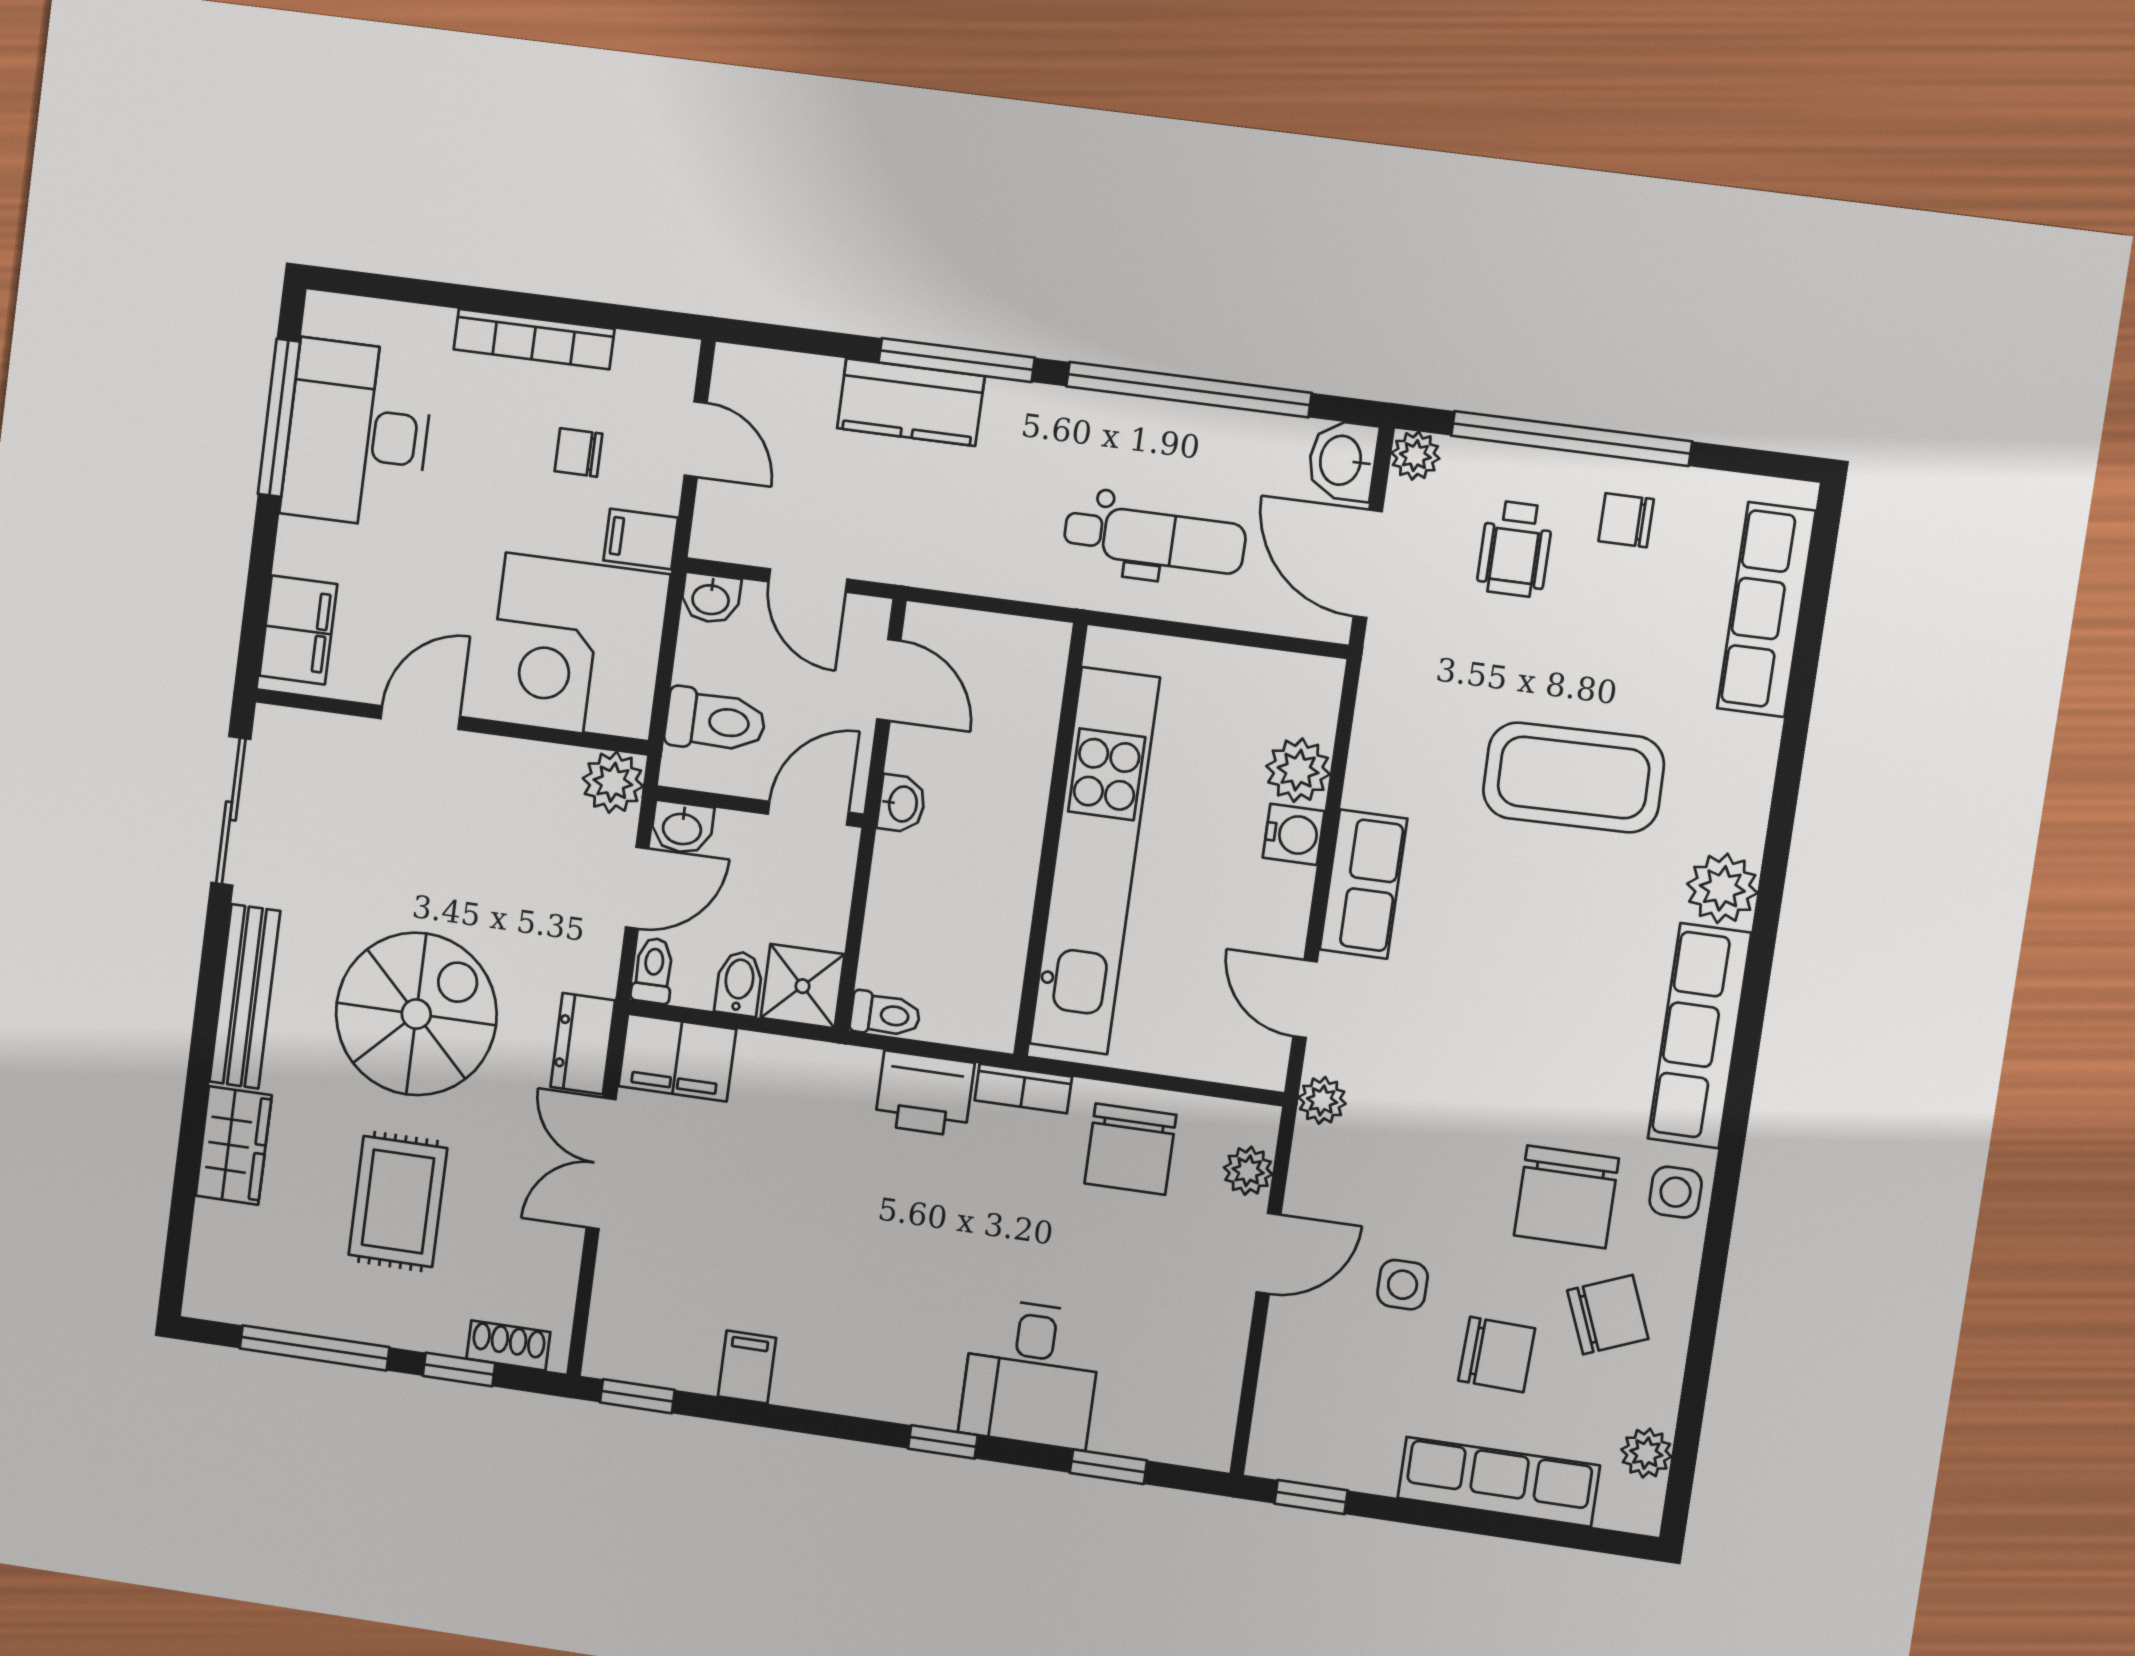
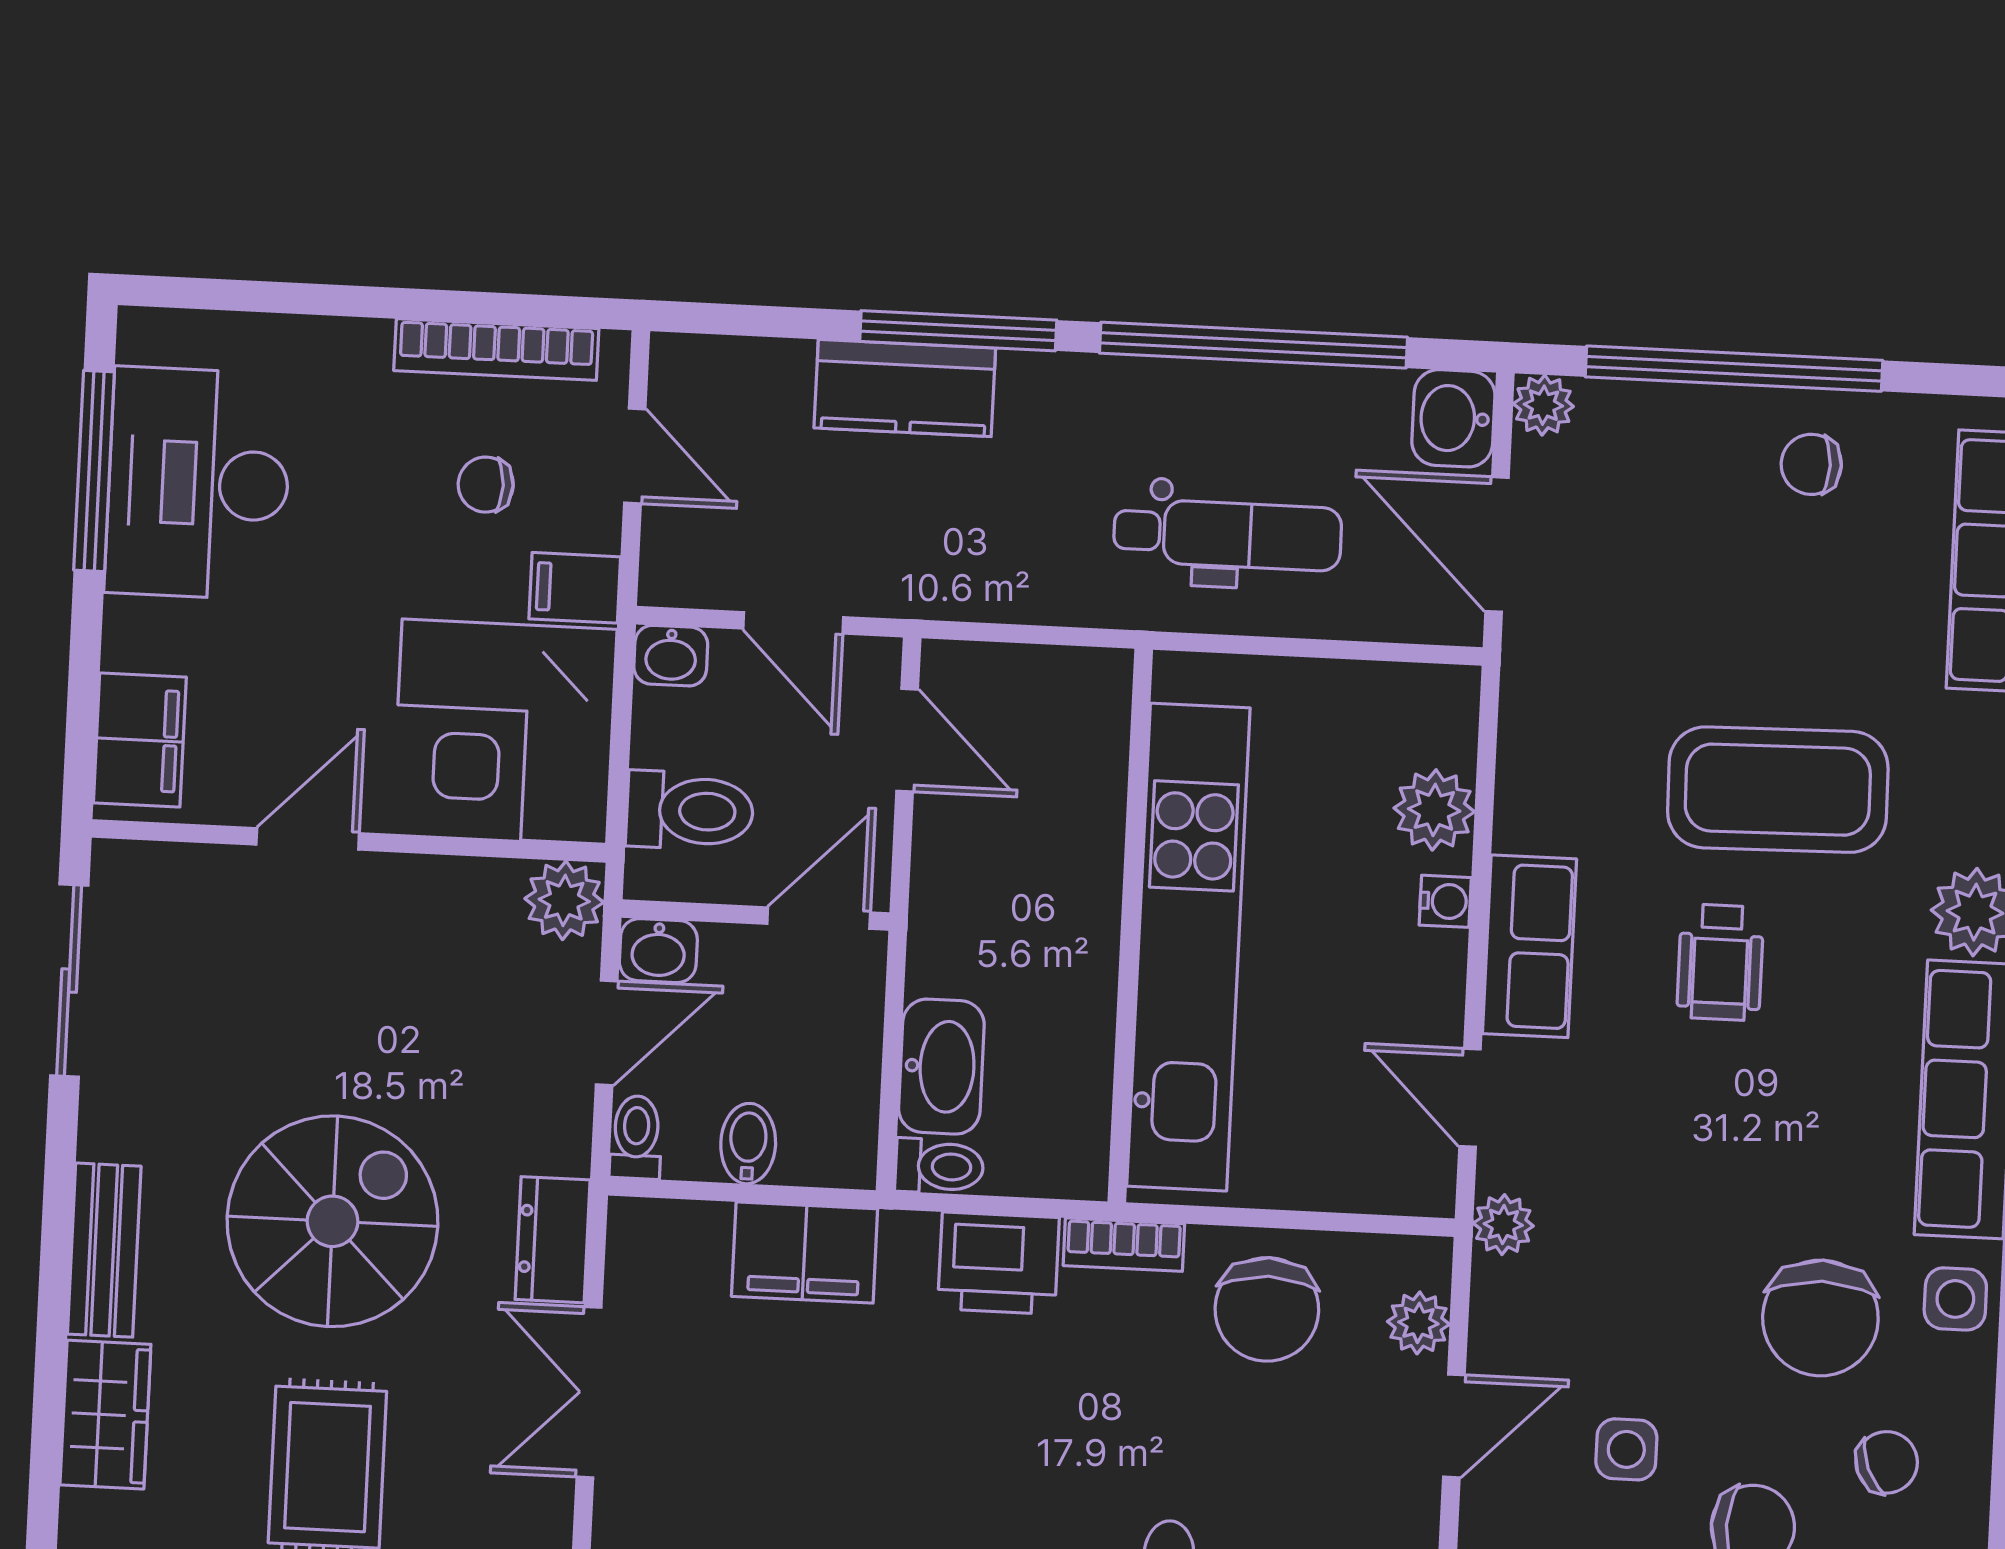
bookcase: (534, 339) -> (496, 350), moved
wheelchair: (1515, 549) -> (1720, 962), moved
washbasin: (902, 804) -> (941, 1067), moved, width x1.91, depth x1.45
water cooler: (1294, 834) -> (1445, 901), width x0.72, depth x0.72
shower: (802, 986) -> (830, 1140), removed
bench: (245, 996) -> (104, 1250), width x0.73
filing cabinet: (677, 1058) -> (805, 1253), moved
chair: (1608, 1315) -> (1887, 1462), width x0.73, depth x0.73

